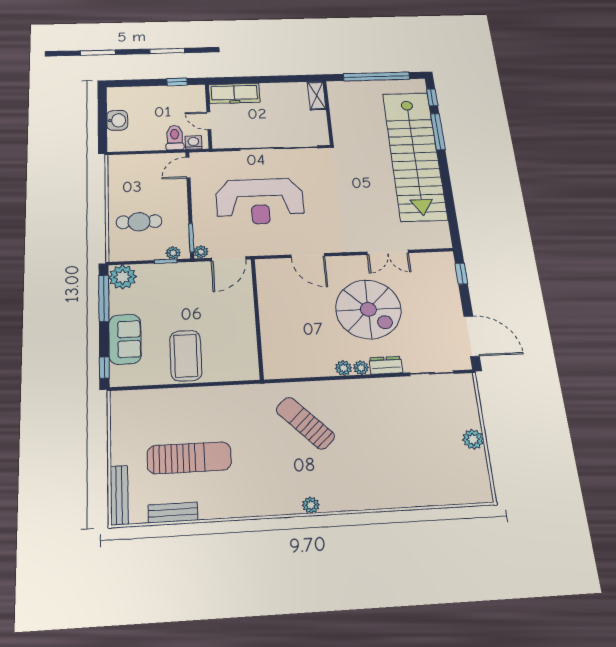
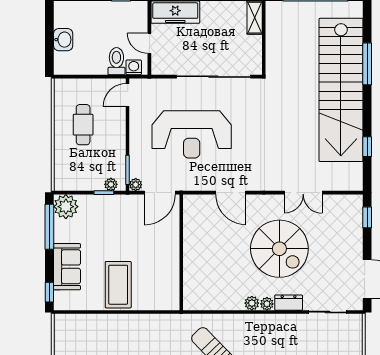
window: (432, 97) -> (367, 147), moved
cafe table: (139, 222) -> (83, 125), moved, turned 90

